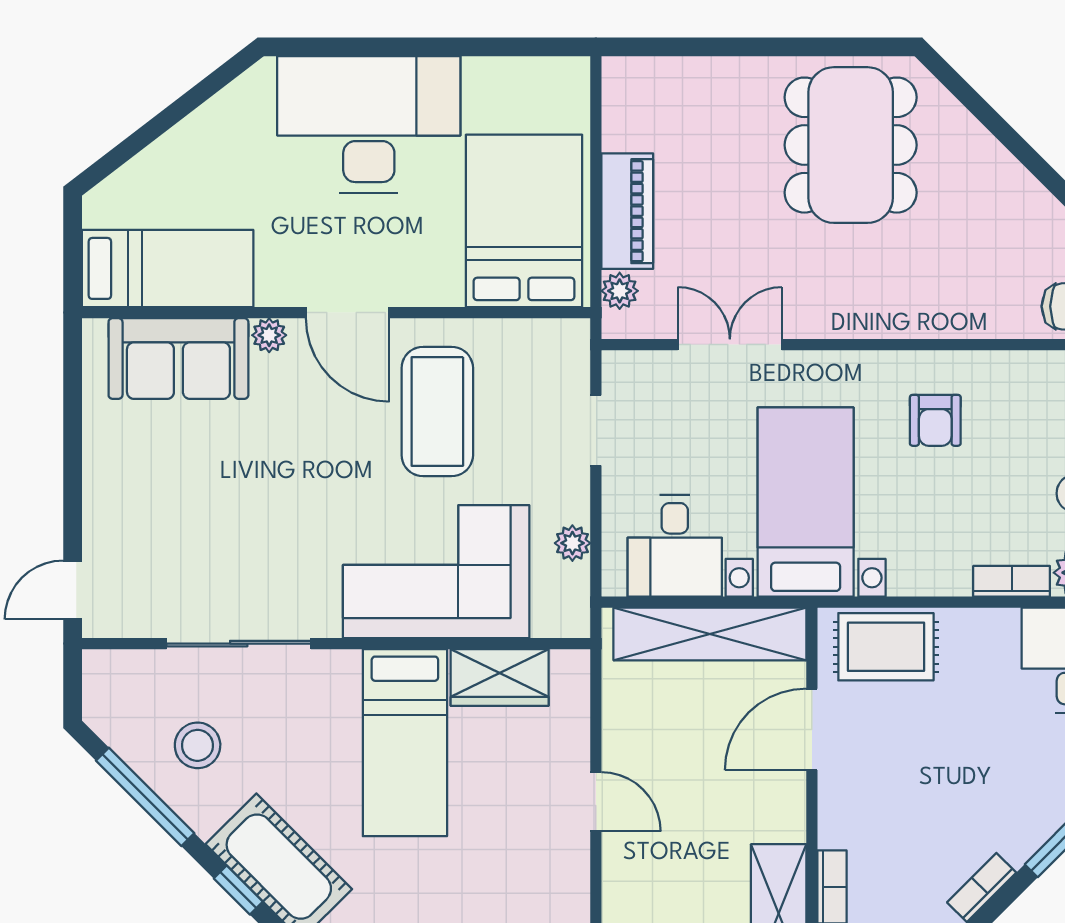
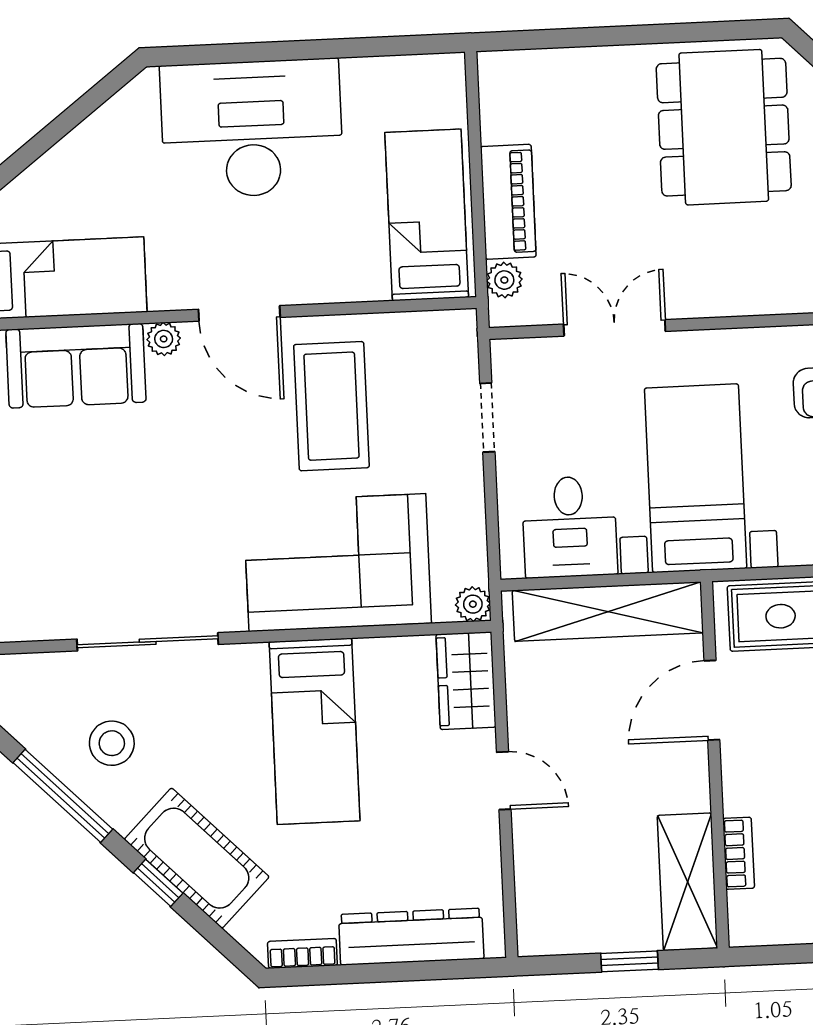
bed: (524, 221) -> (427, 215), width x0.67
plant: (572, 543) -> (473, 604), moved
wardrobe: (500, 677) -> (466, 681), moved, turned 90

